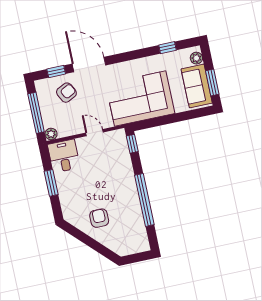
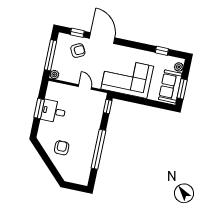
desk: (64, 156) -> (53, 111), moved, turned -90

